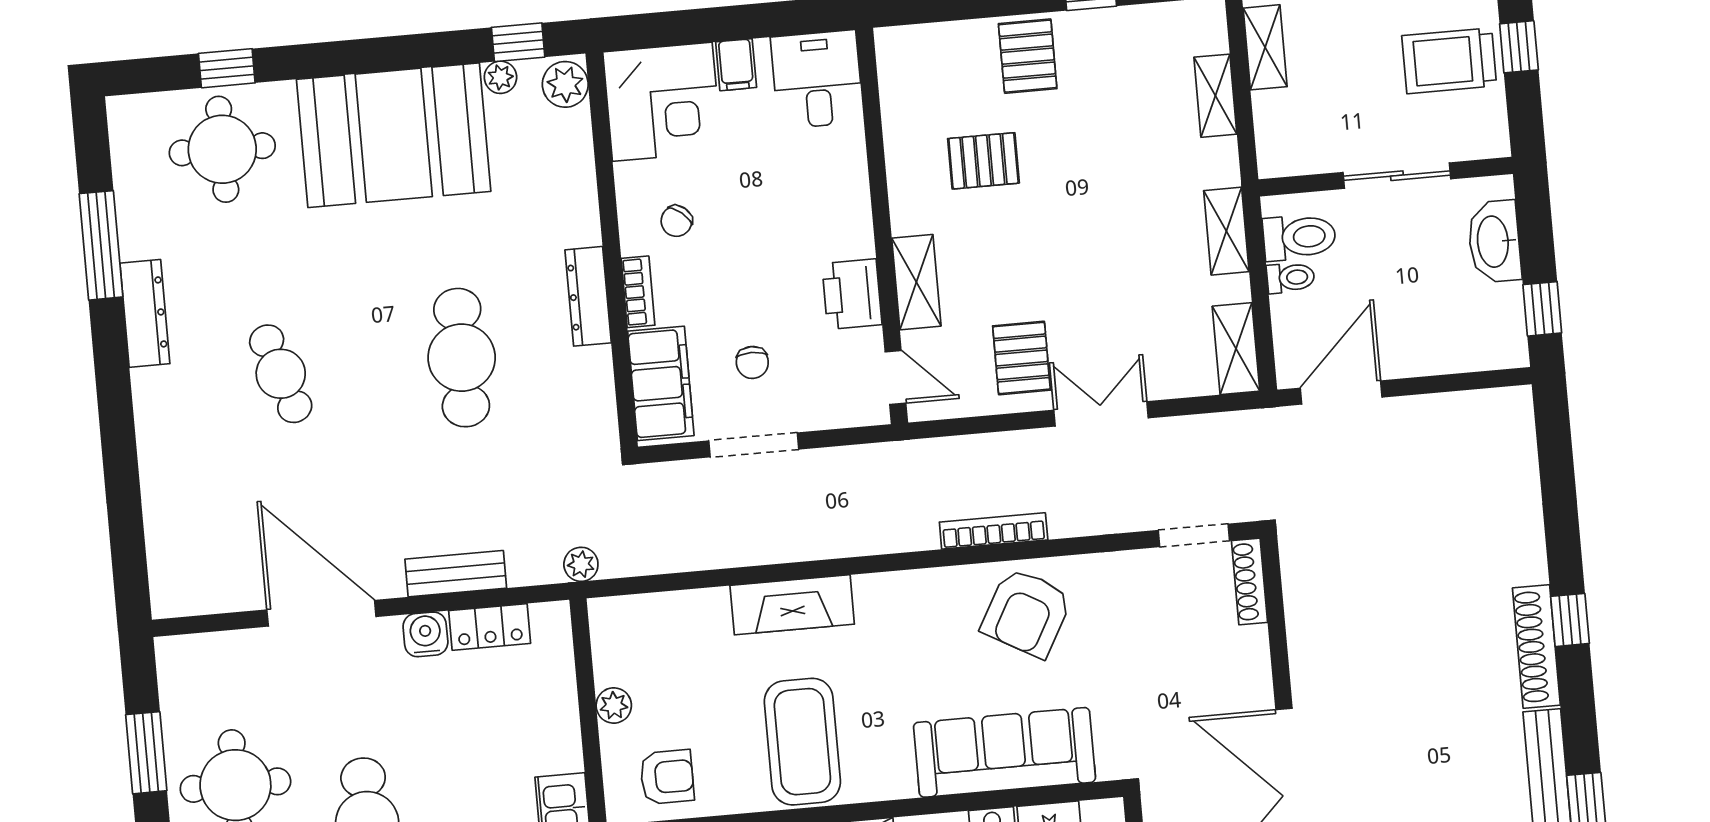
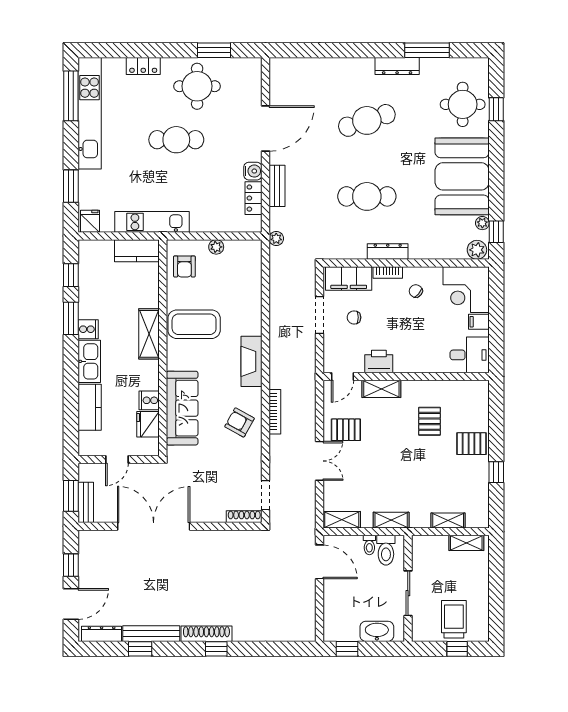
cafe table: (281, 374) -> (367, 120), width x1.37, depth x1.35
fireplace: (792, 605) -> (252, 361), moved
armchair: (1027, 613) -> (240, 422), width x0.72, depth x0.72

